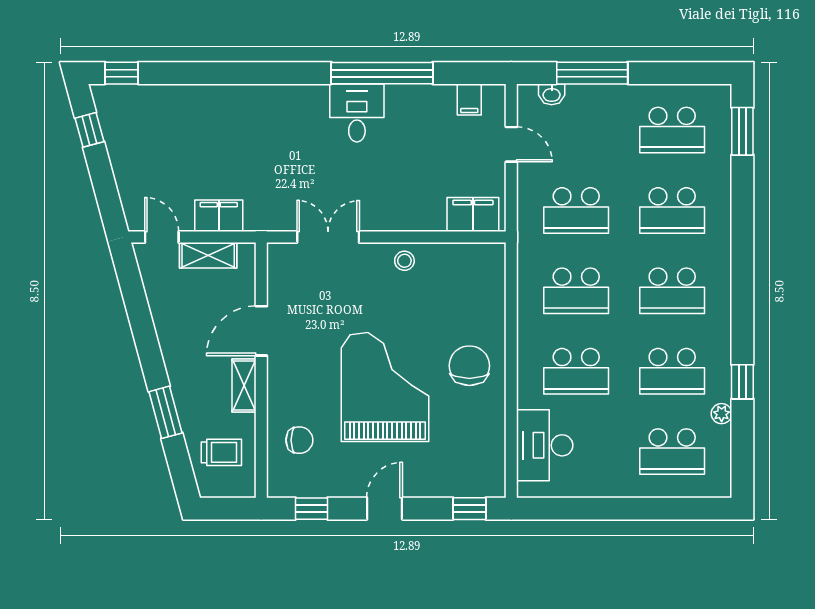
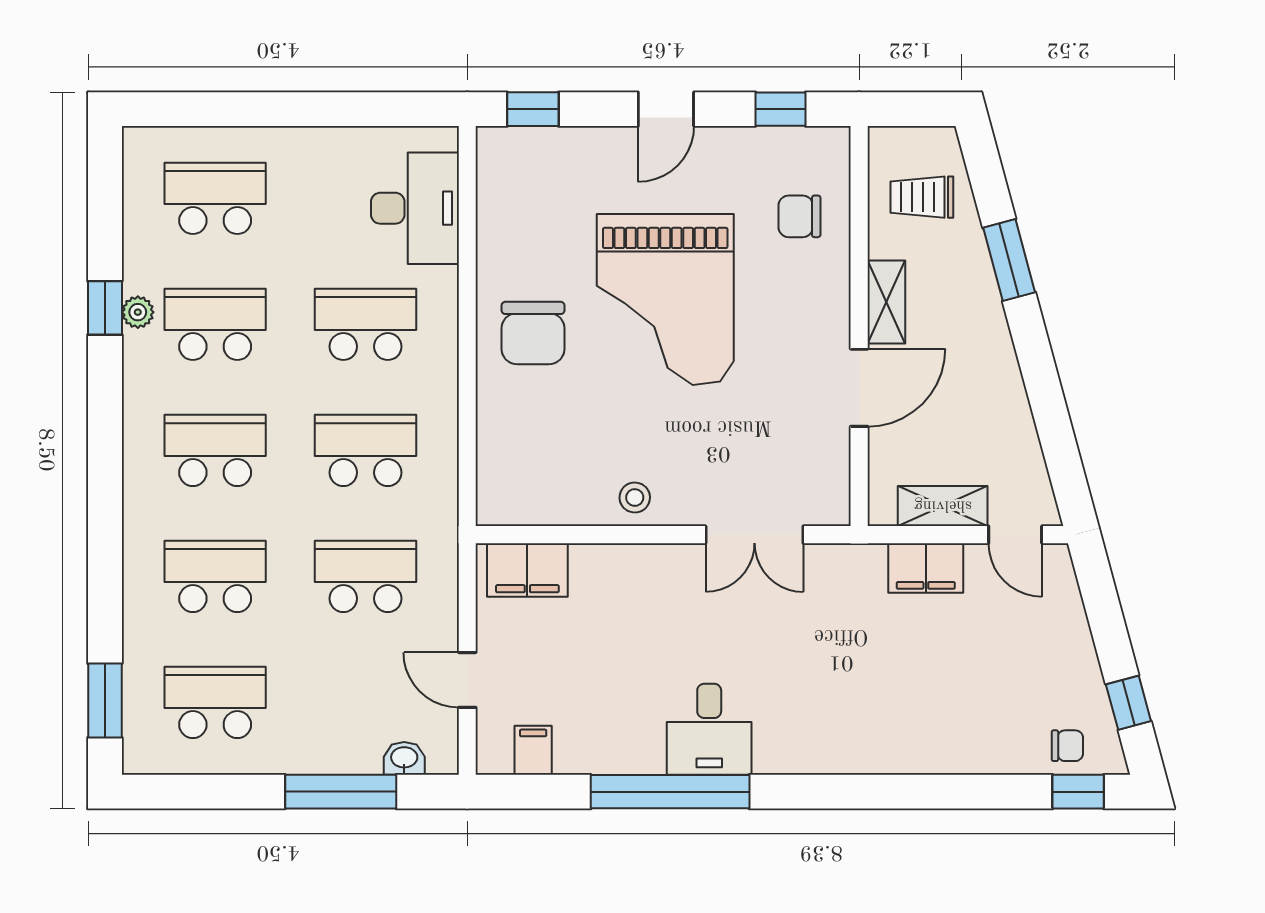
chair: (128, 102) -> (1067, 746), added
plant: (722, 414) -> (138, 312), moved

